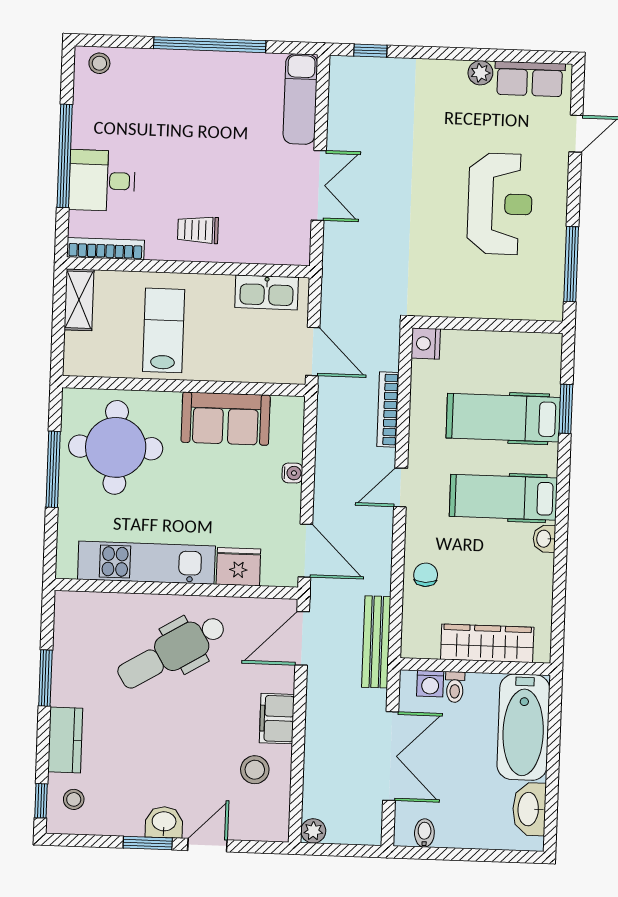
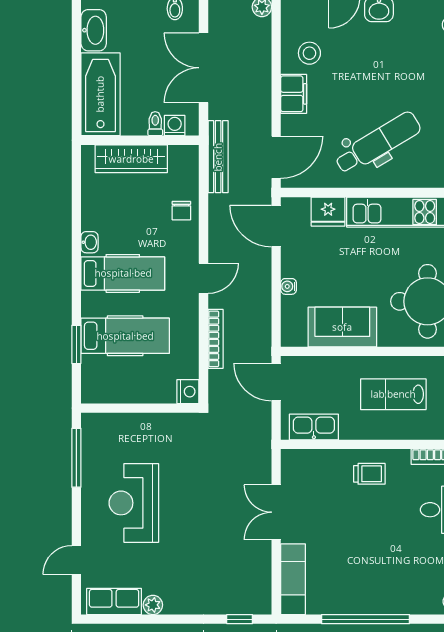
lab bench: (164, 330) -> (393, 394), turned 90

